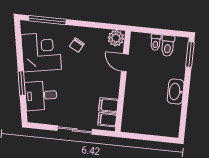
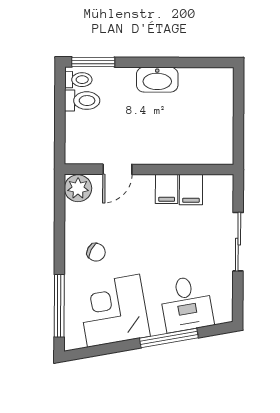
toilet: (156, 42) -> (78, 80), moved
window: (22, 83) -> (169, 338), width x1.44
filing cabinet: (107, 120) -> (167, 189), moved

